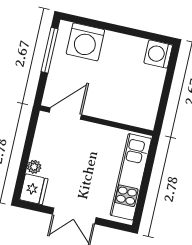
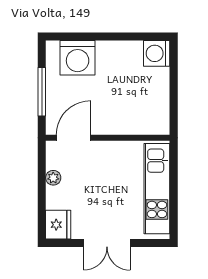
window: (50, 50) -> (42, 92), moved
plant: (34, 167) -> (53, 178), moved

